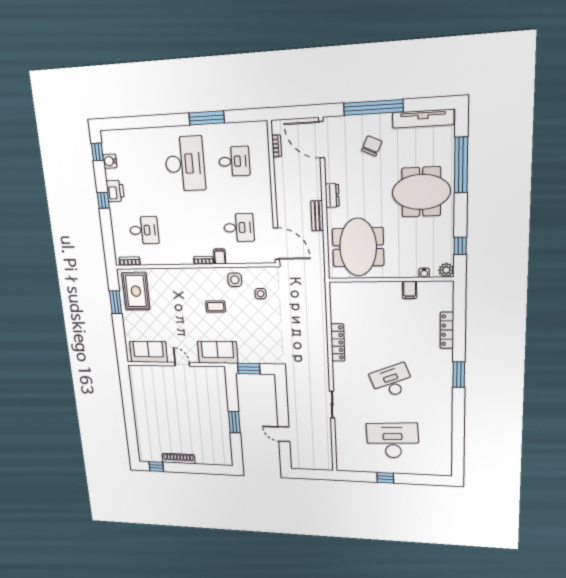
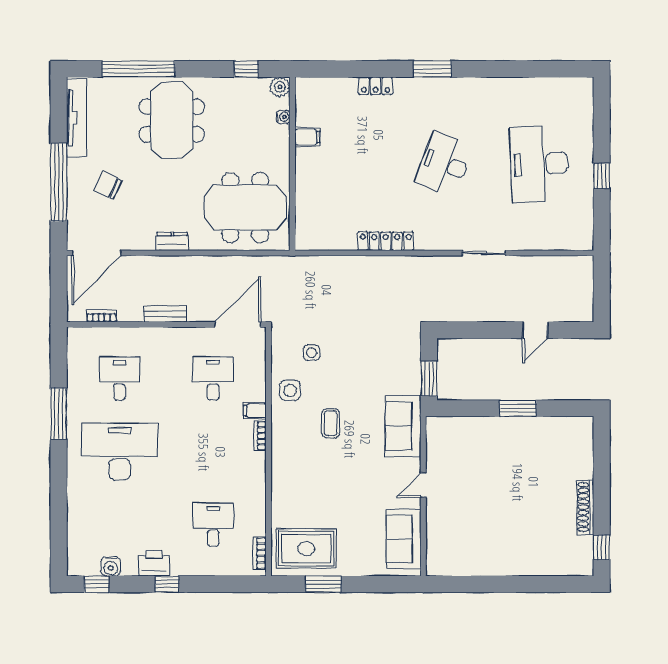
bench: (317, 216) -> (165, 314), moved
locker: (447, 330) -> (375, 86), width x0.66
desk: (392, 381) -> (444, 164), turned 42

